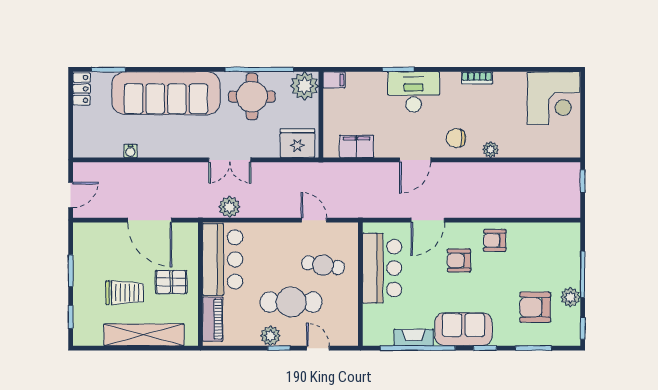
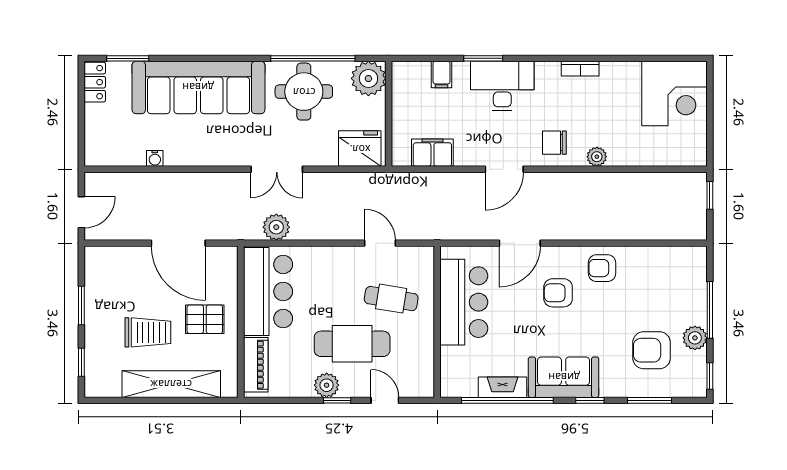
filing cabinet: (334, 80) -> (442, 74), moved, turned 90

